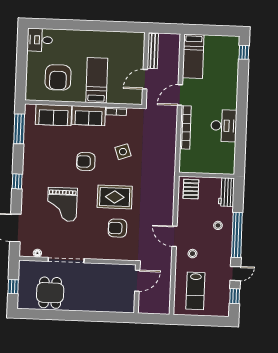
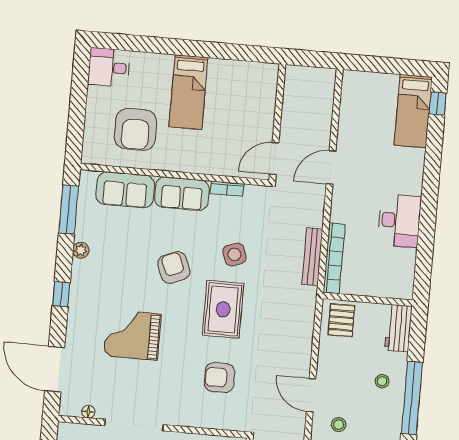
bench: (153, 51) -> (312, 257), moved
bed: (193, 56) -> (413, 111), moved
door: (145, 79) -> (274, 159), moved
bed: (97, 80) -> (188, 92), moved, turned 180
bookcase: (185, 127) -> (334, 258), moved
plant: (28, 154) -> (81, 250), added
armchair: (86, 162) -> (174, 268), turned 67
rug: (115, 197) -> (223, 309), moved, turned 90
grand piano: (62, 204) -> (132, 335), turned 90

